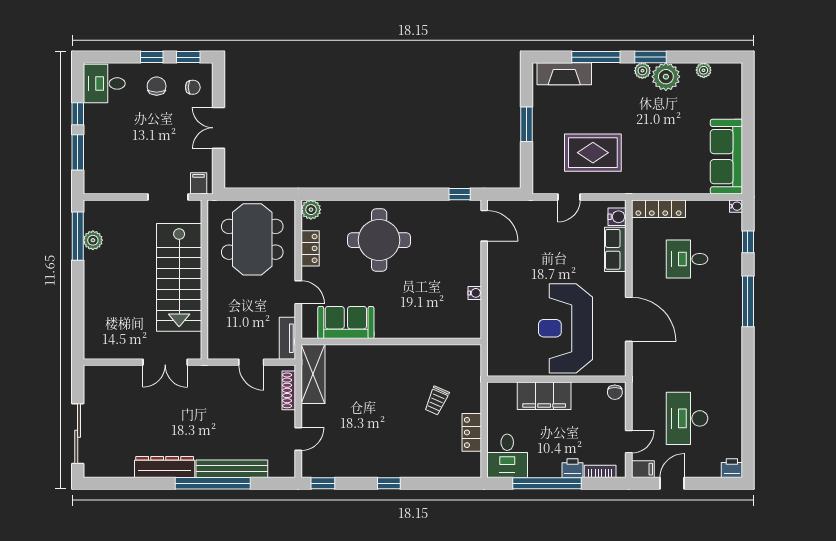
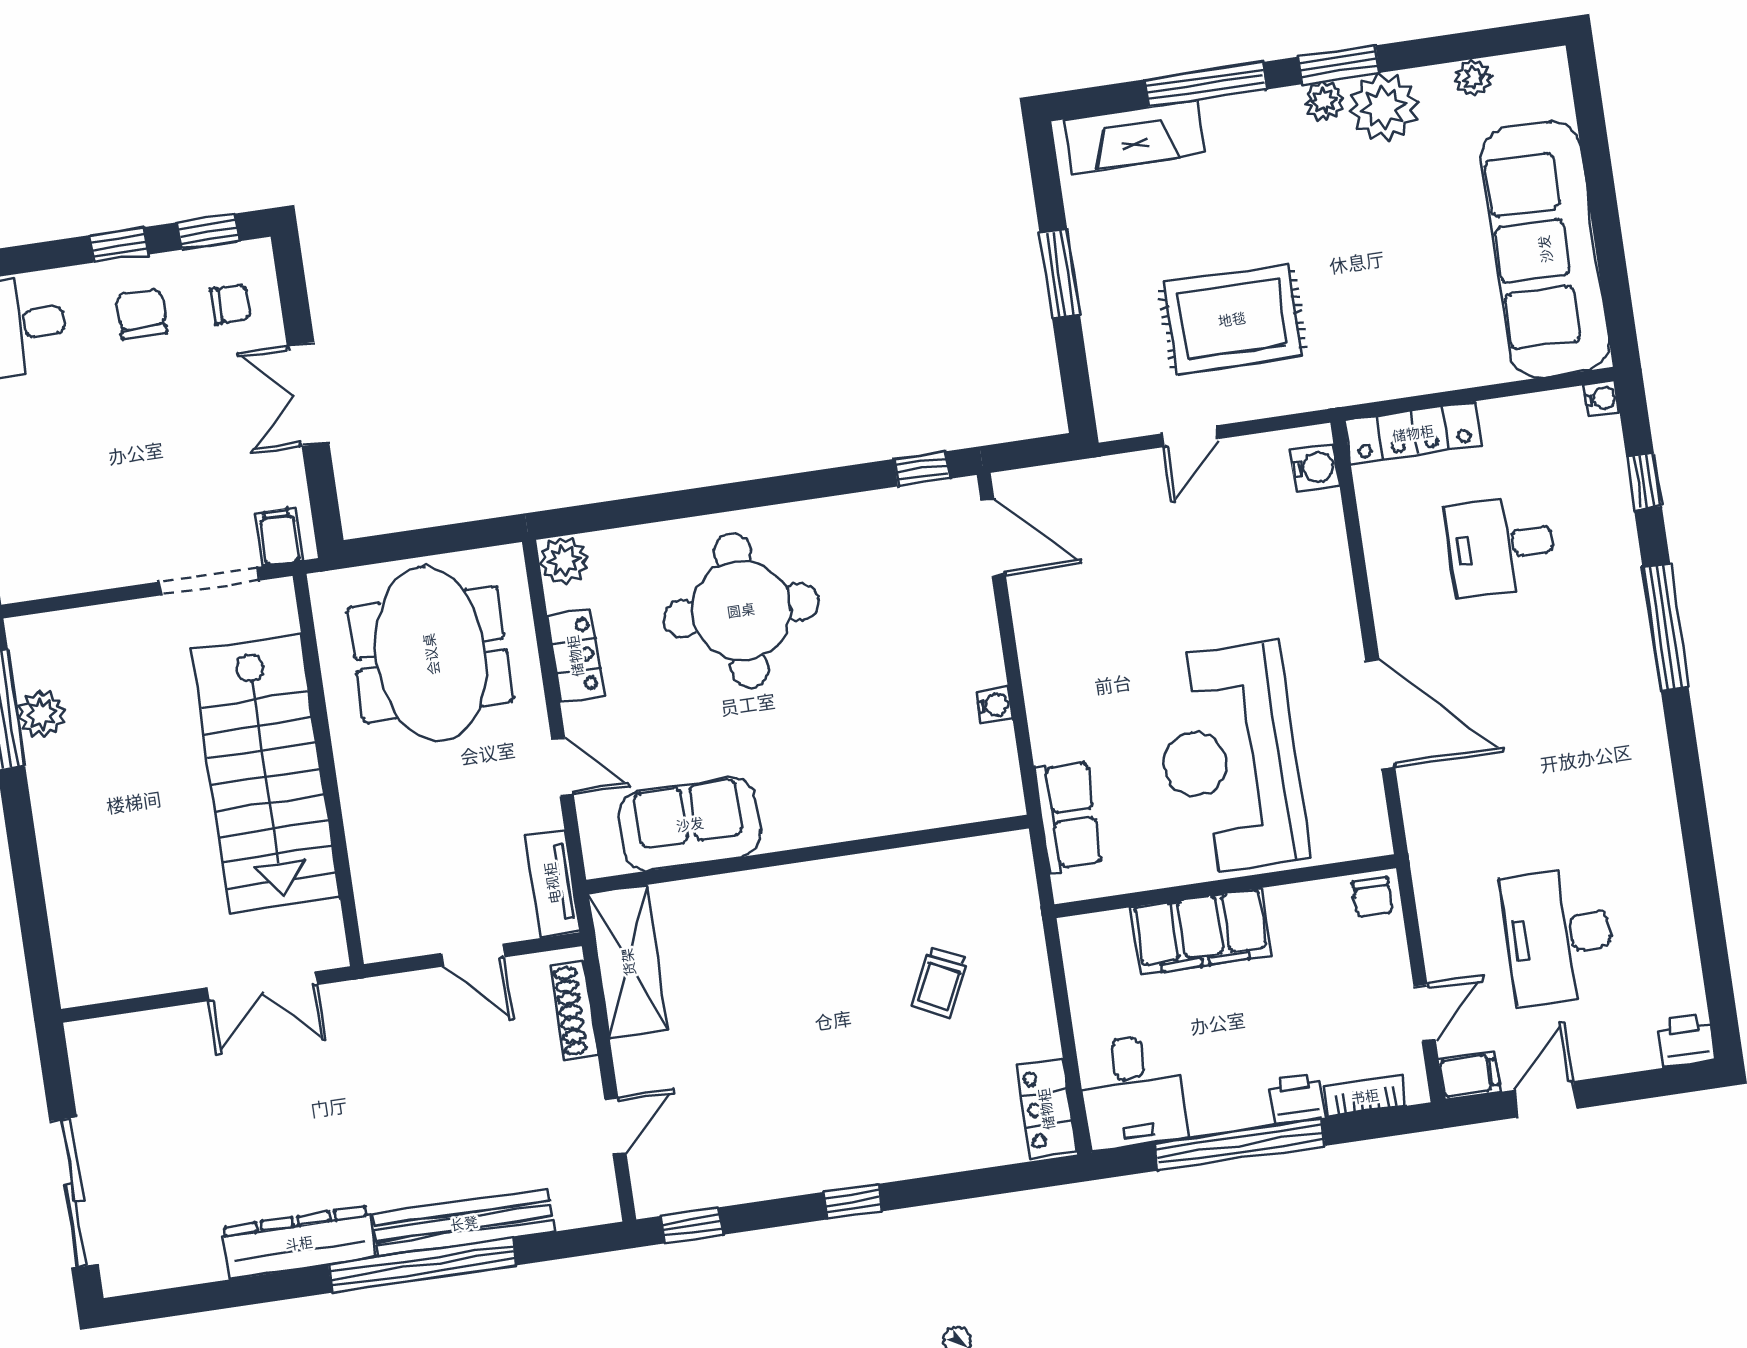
sofa: (726, 157) -> (1545, 249), width x1.36, depth x1.27
row of seats: (615, 249) -> (1068, 816), moved, turned 180
locker: (472, 432) -> (1046, 1109), moved

